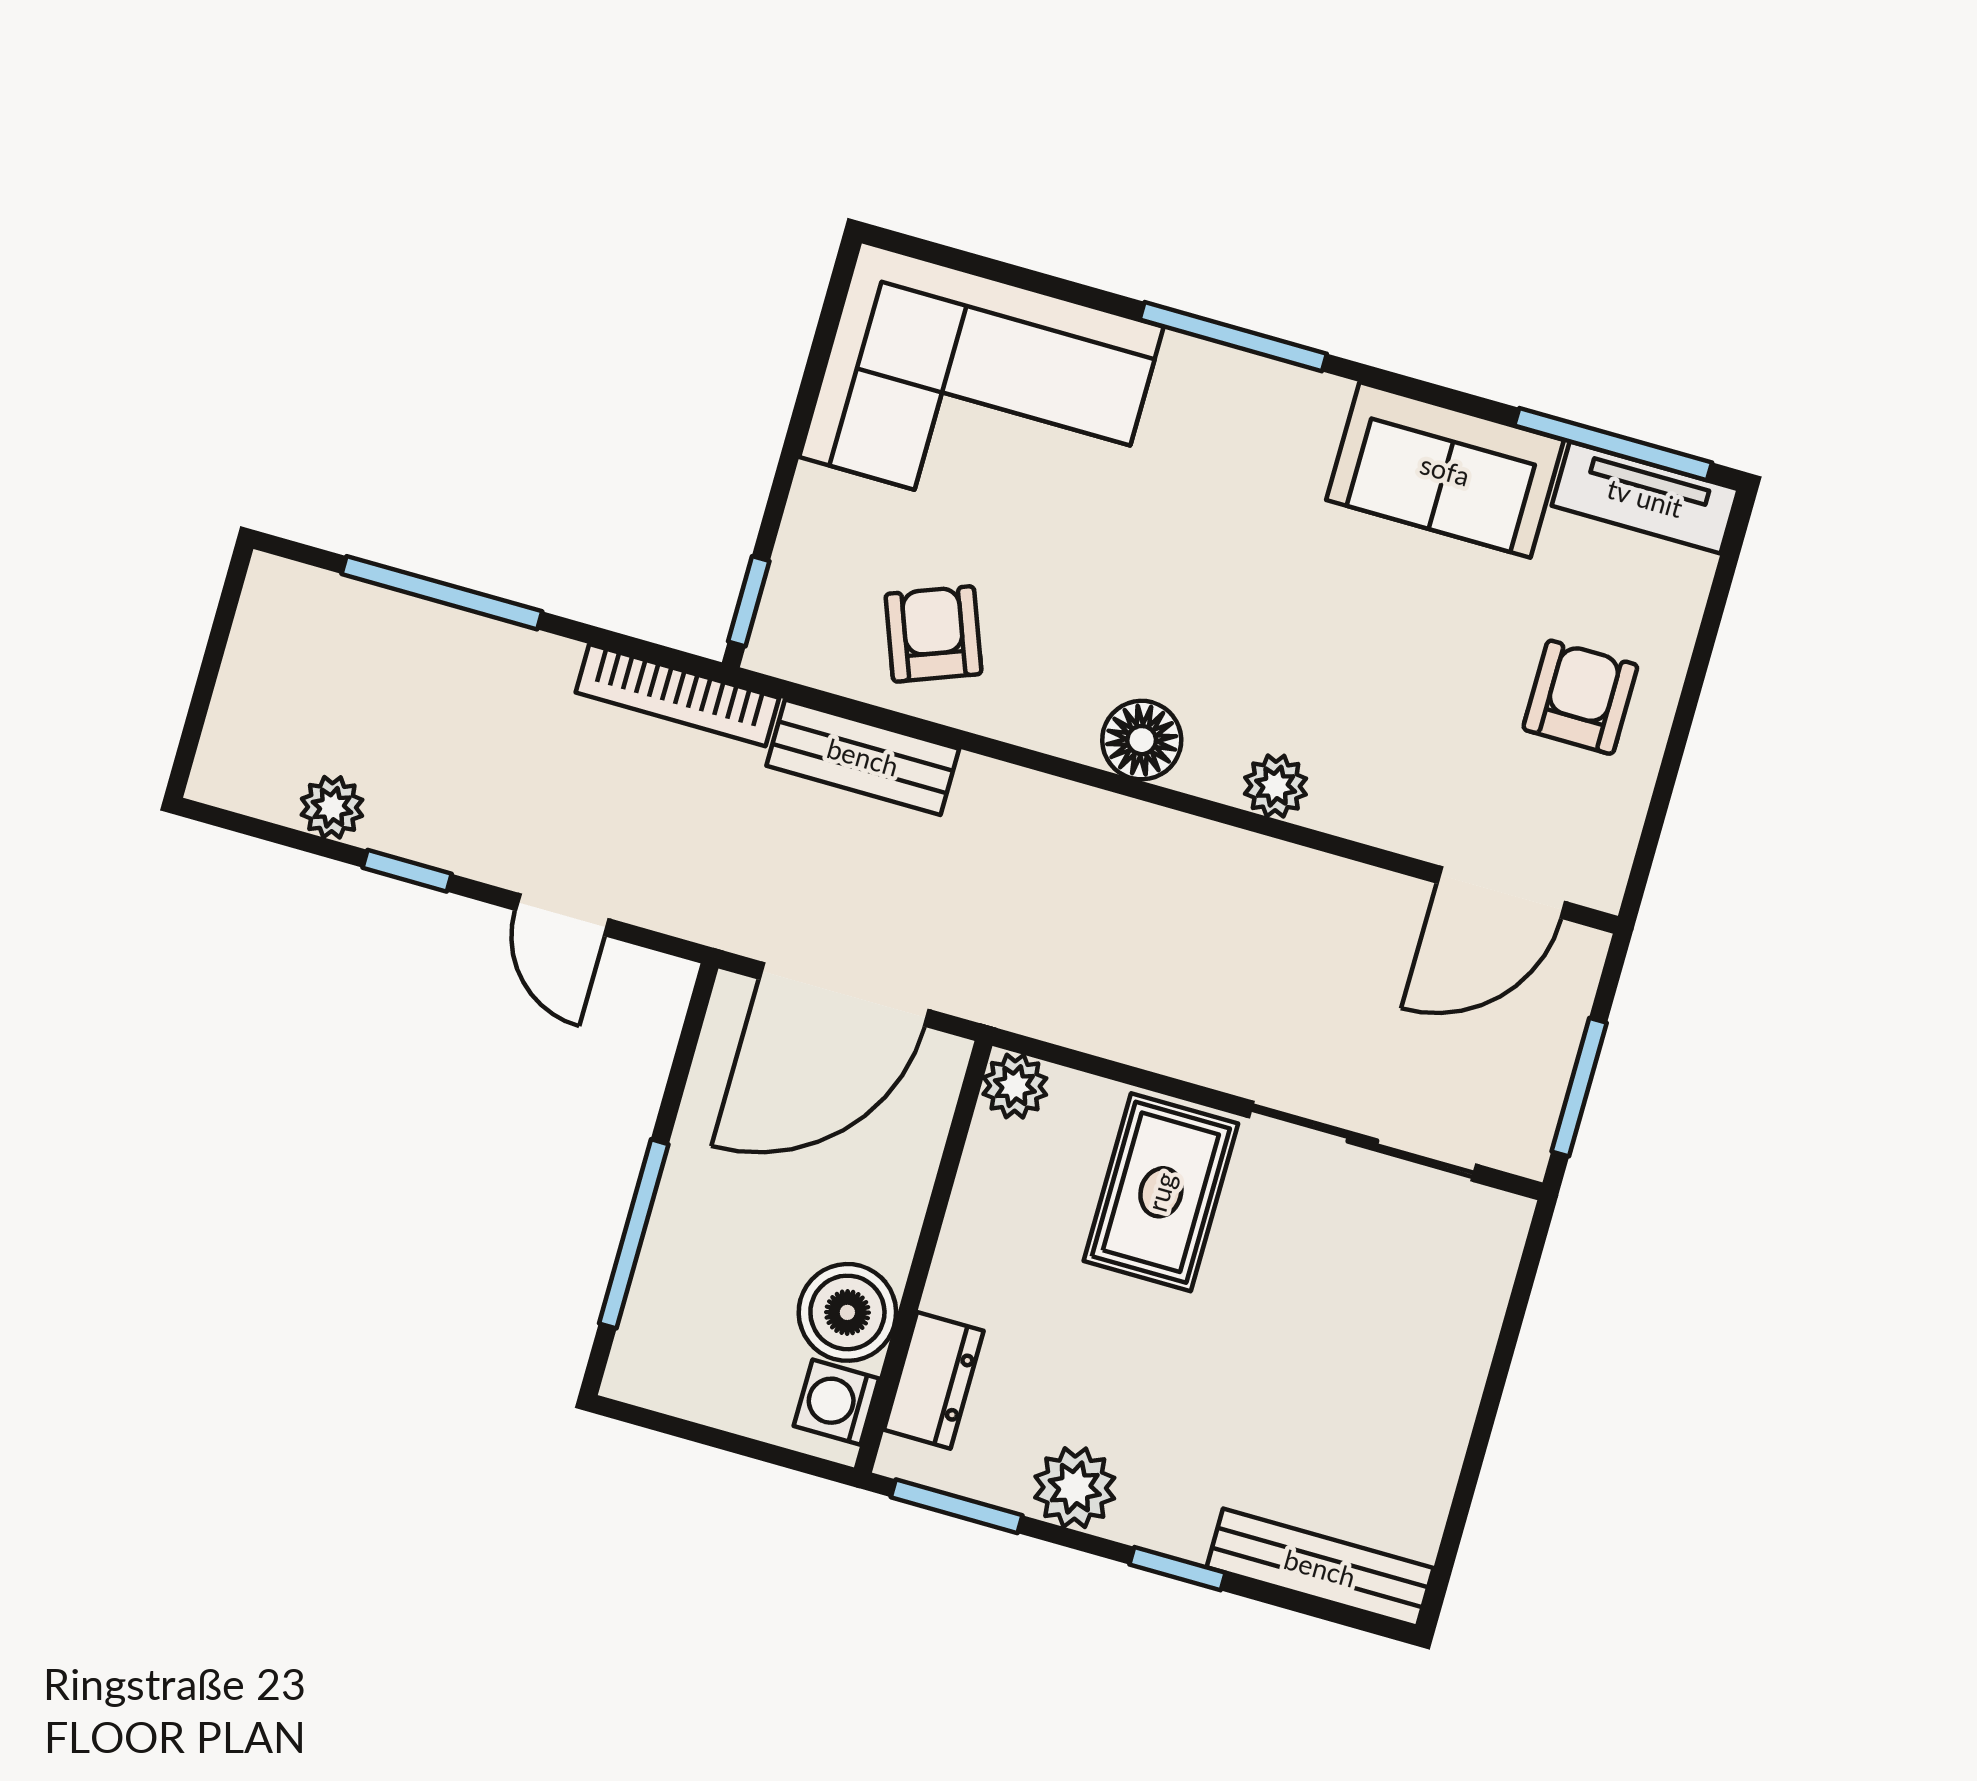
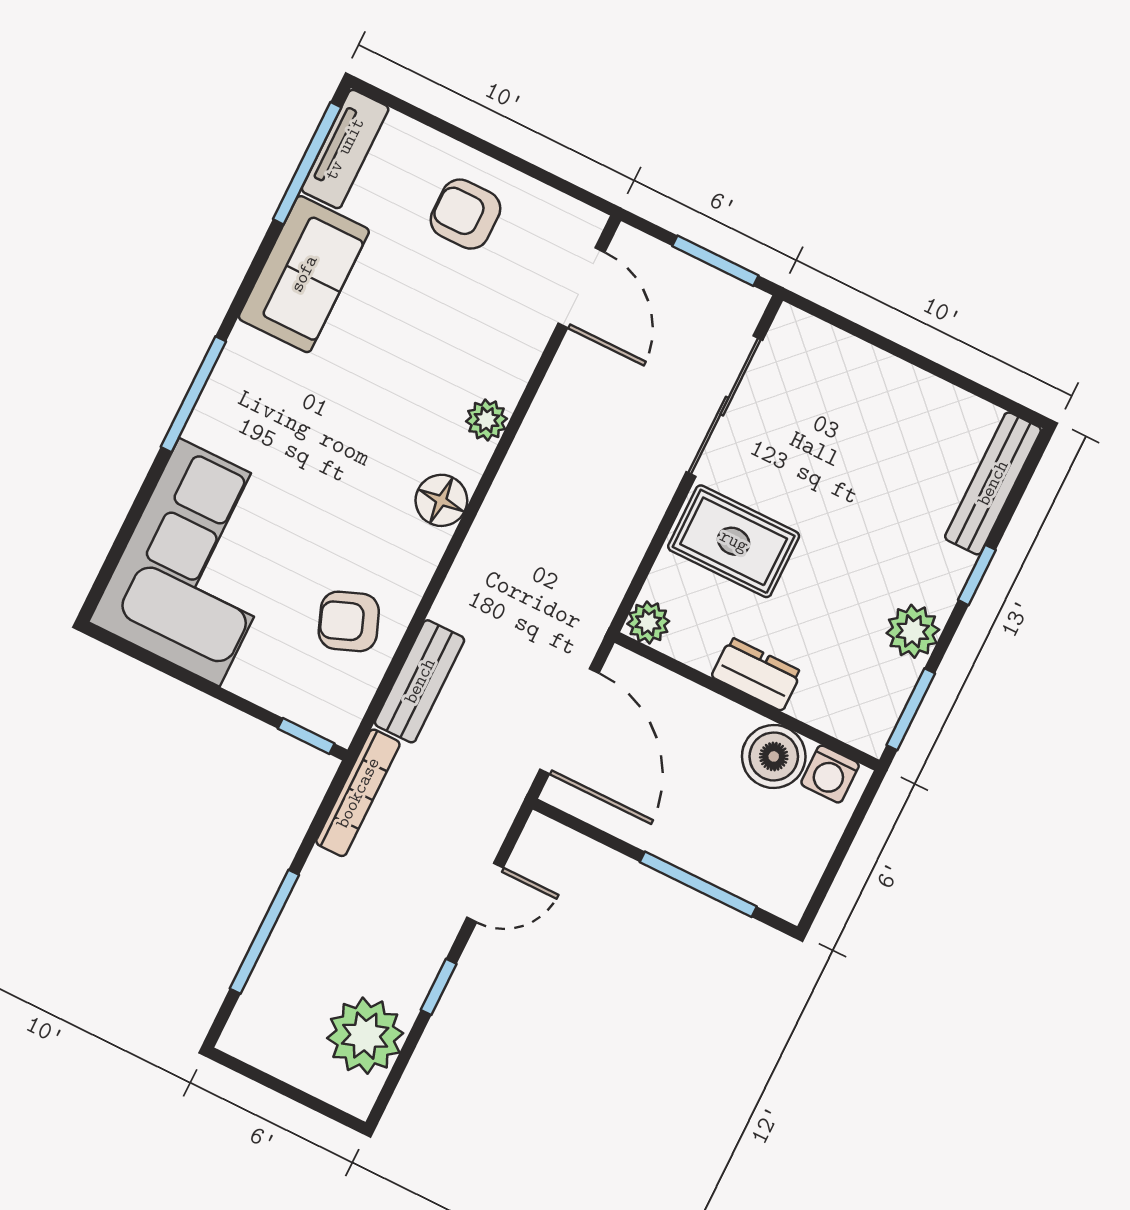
plant: (332, 807) -> (365, 1036), width x1.88, depth x1.88
dresser: (934, 1380) -> (756, 674), moved

